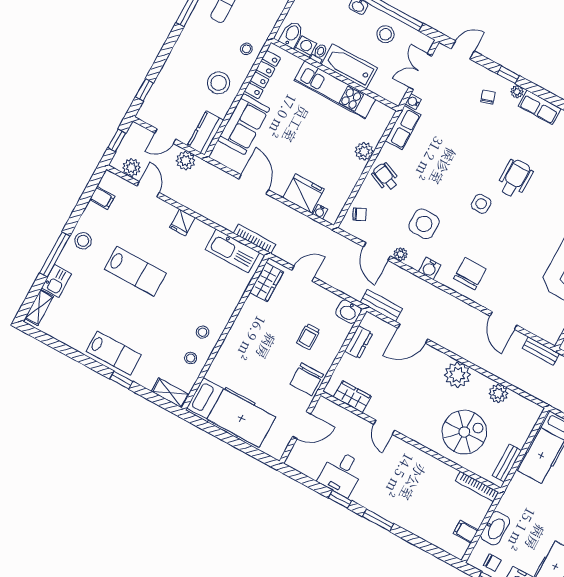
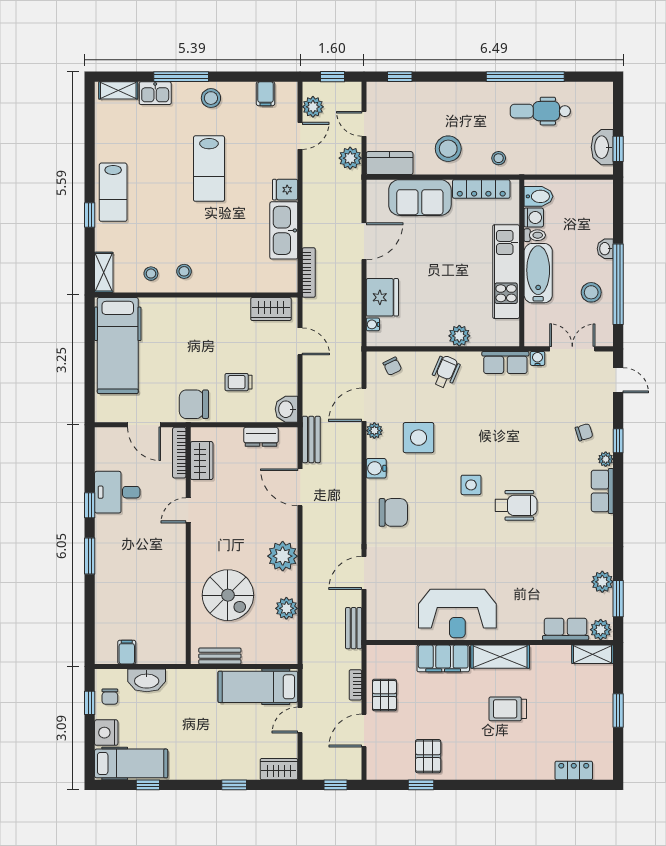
kitchen sink: (232, 251) -> (284, 230), moved
bookcase: (477, 487) -> (179, 453), moved

